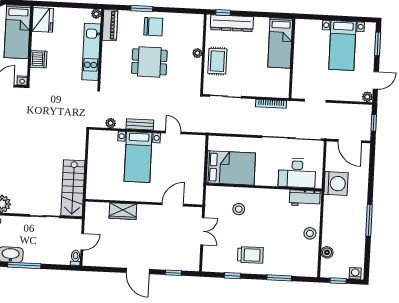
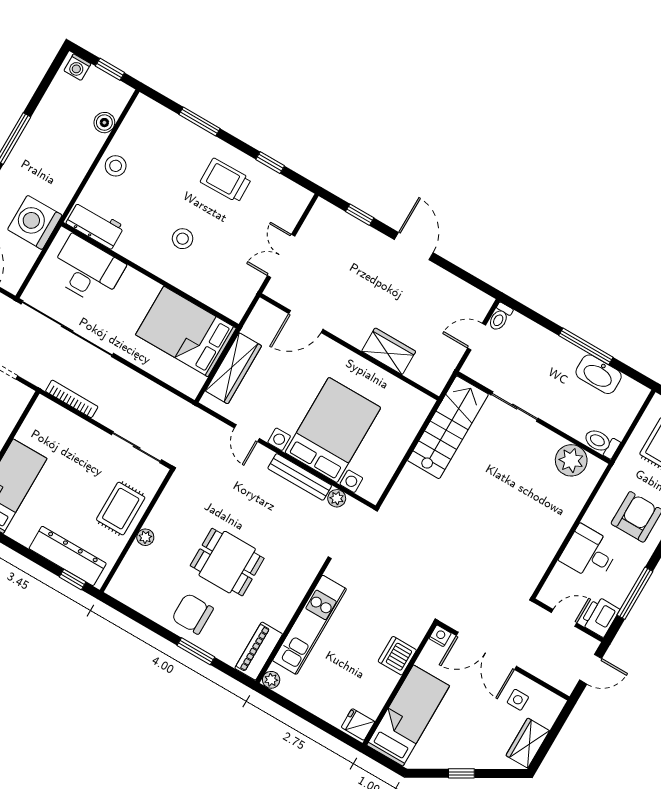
fridge: (43, 20) -> (358, 724), width x0.53, depth x0.75
bench: (140, 124) -> (300, 477), width x1.36
bed with nightstands: (138, 157) -> (333, 430), width x1.36
wardrobe: (197, 162) -> (233, 368), added
stool: (239, 209) -> (183, 239), moved

